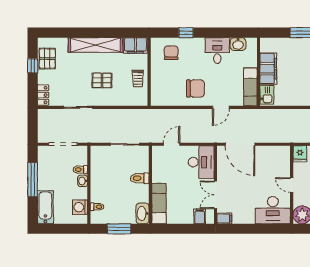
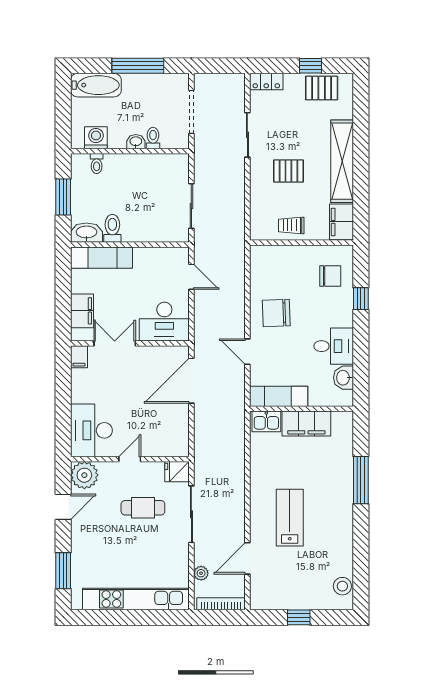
pallet: (102, 80) -> (288, 171), turned 90
chair: (195, 88) -> (276, 313), turned 88
toilet: (140, 178) -> (112, 228), moved
filing cabinet: (200, 216) -> (82, 311), width x2.00

